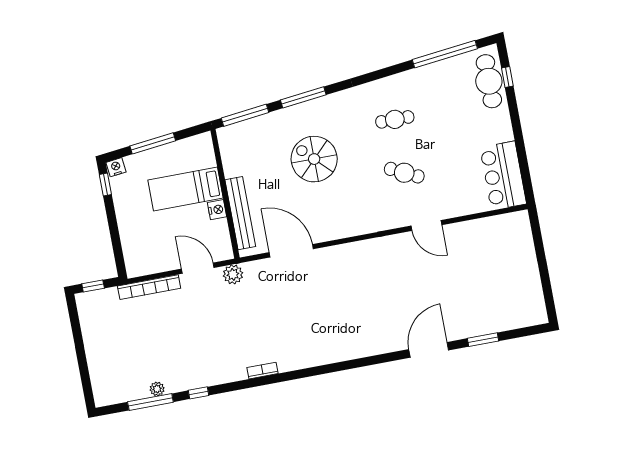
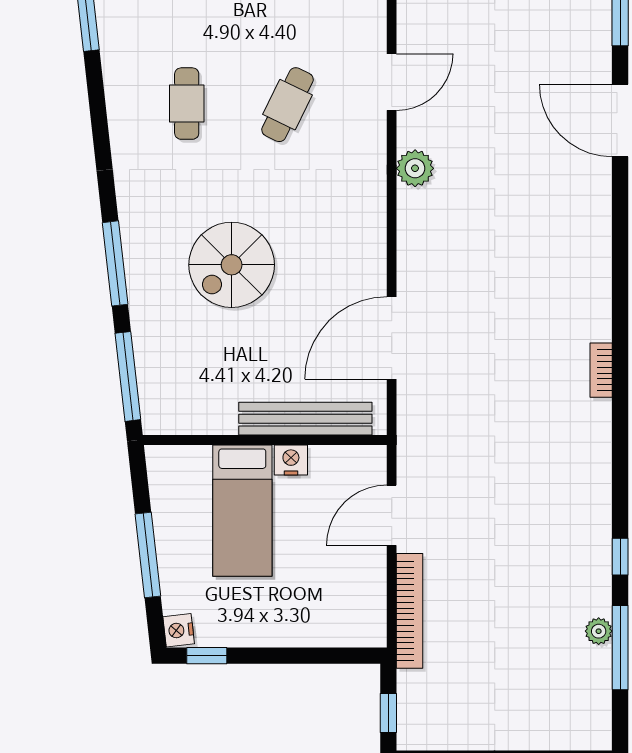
plant: (233, 274) -> (415, 168), moved
bookcase: (263, 371) -> (601, 370), moved

